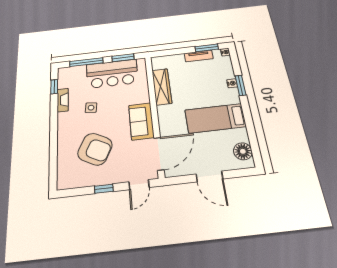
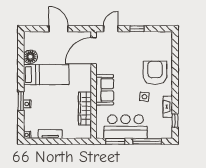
window: (207, 48) -> (42, 141), removed
sofa: (141, 121) -> (105, 90), moved
armchair: (95, 149) -> (155, 73), moved, turned 63
floor lamp: (243, 151) -> (30, 57), moved

